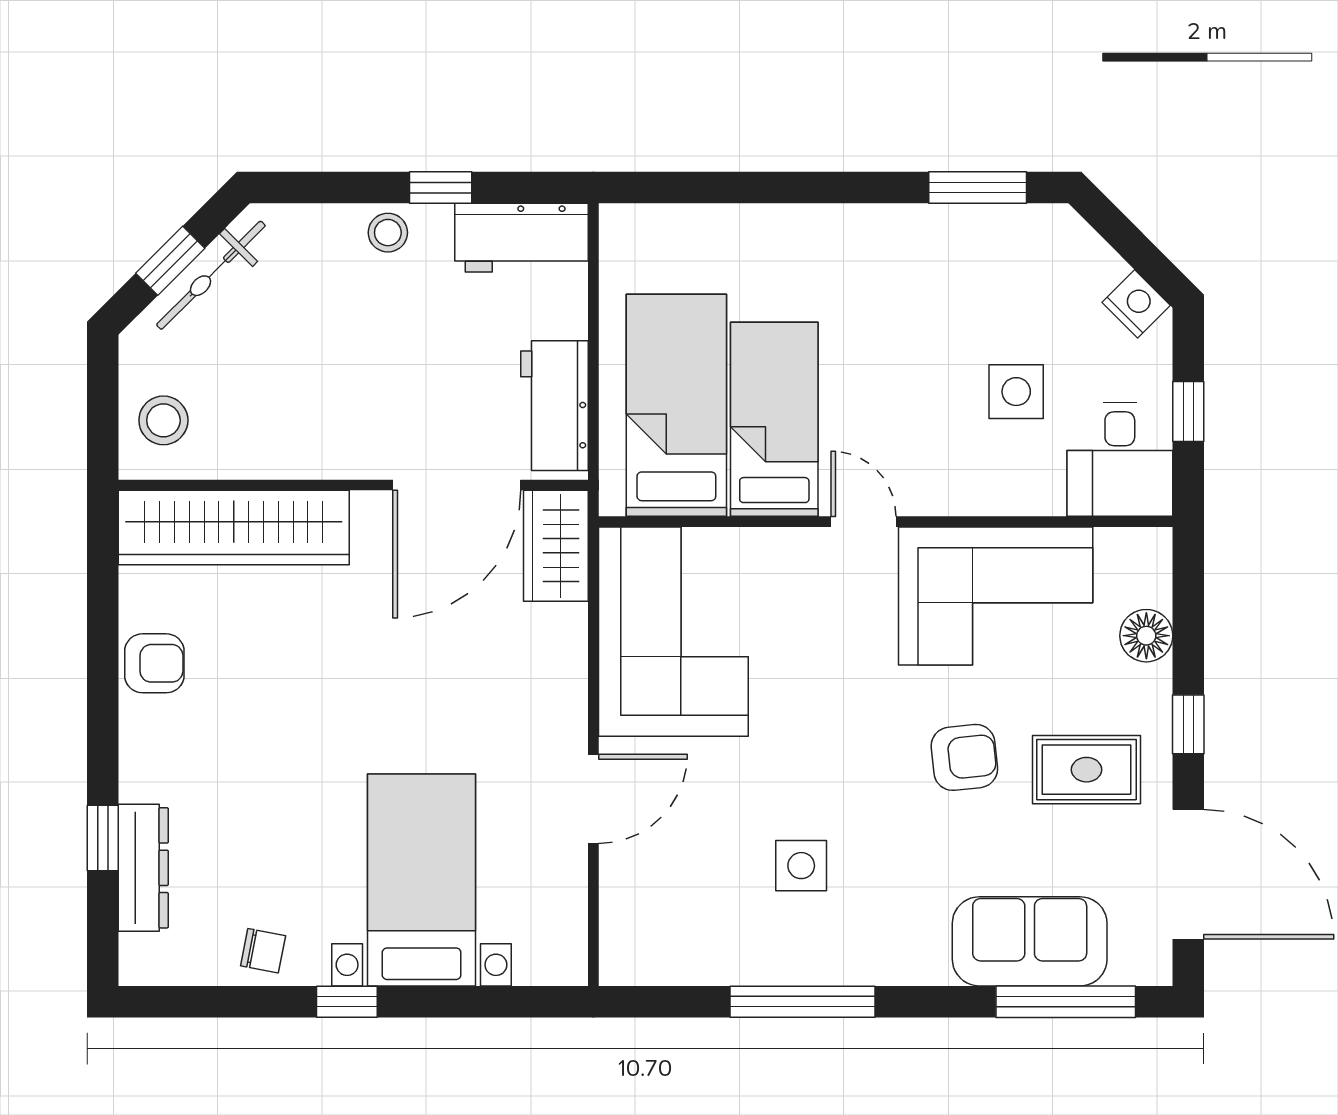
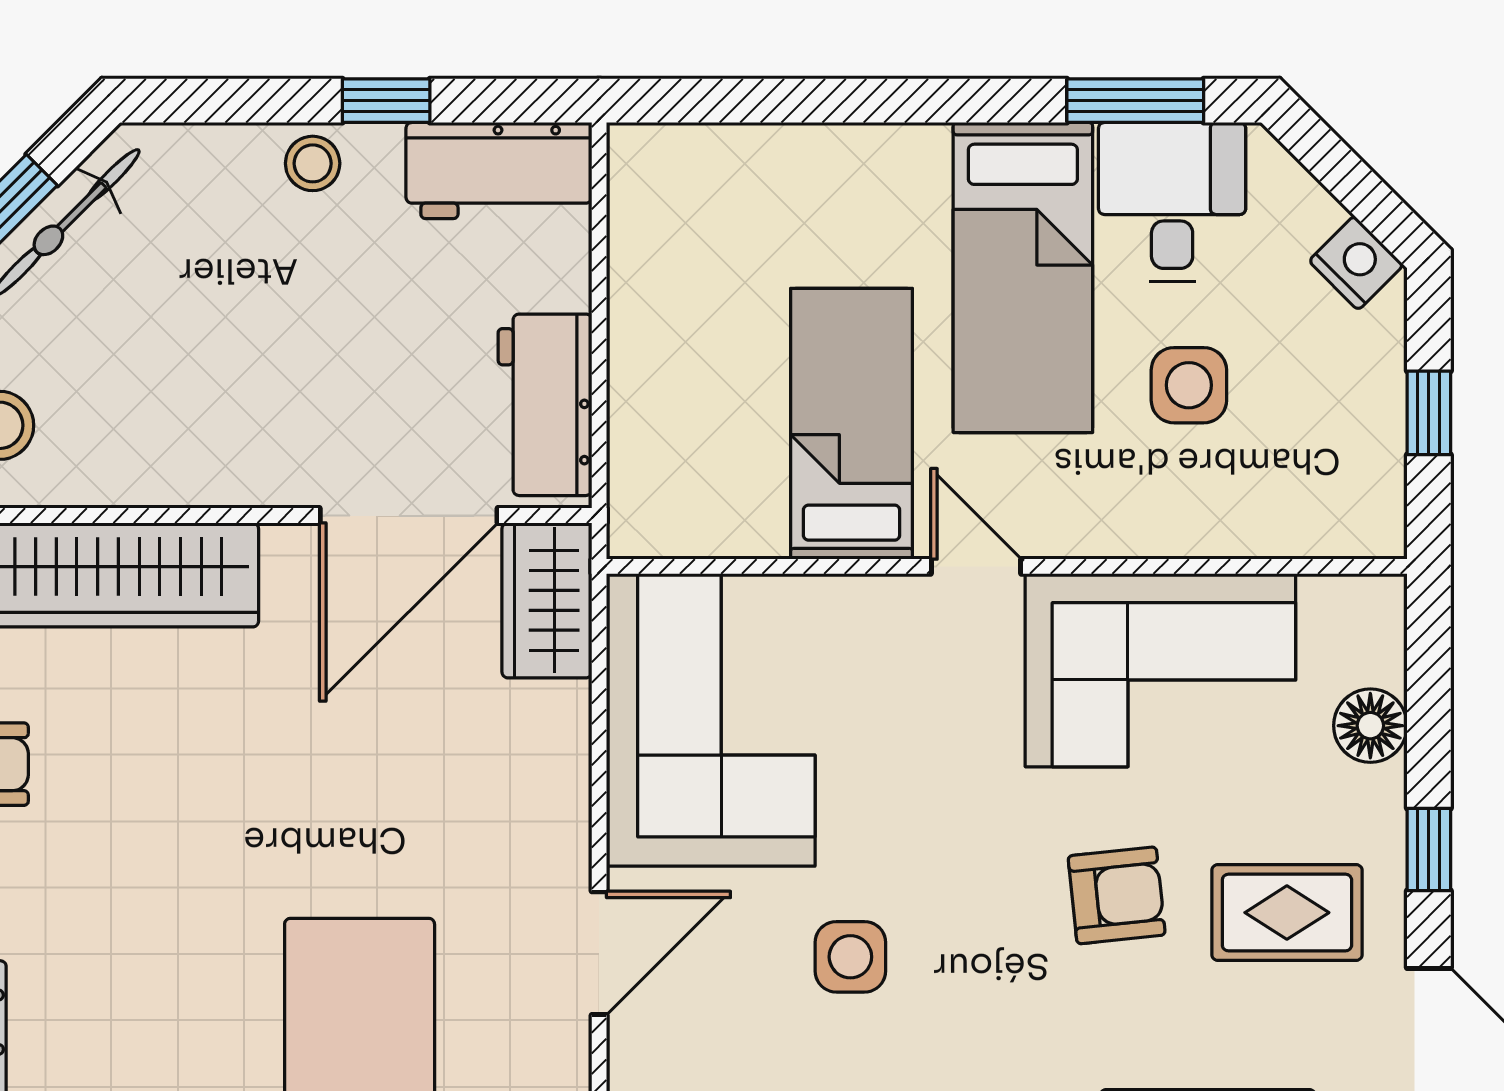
bed: (676, 405) -> (1023, 278), moved, turned 180
desk: (1120, 459) -> (1172, 202), moved, turned 180
side table: (801, 866) -> (850, 957), moved

